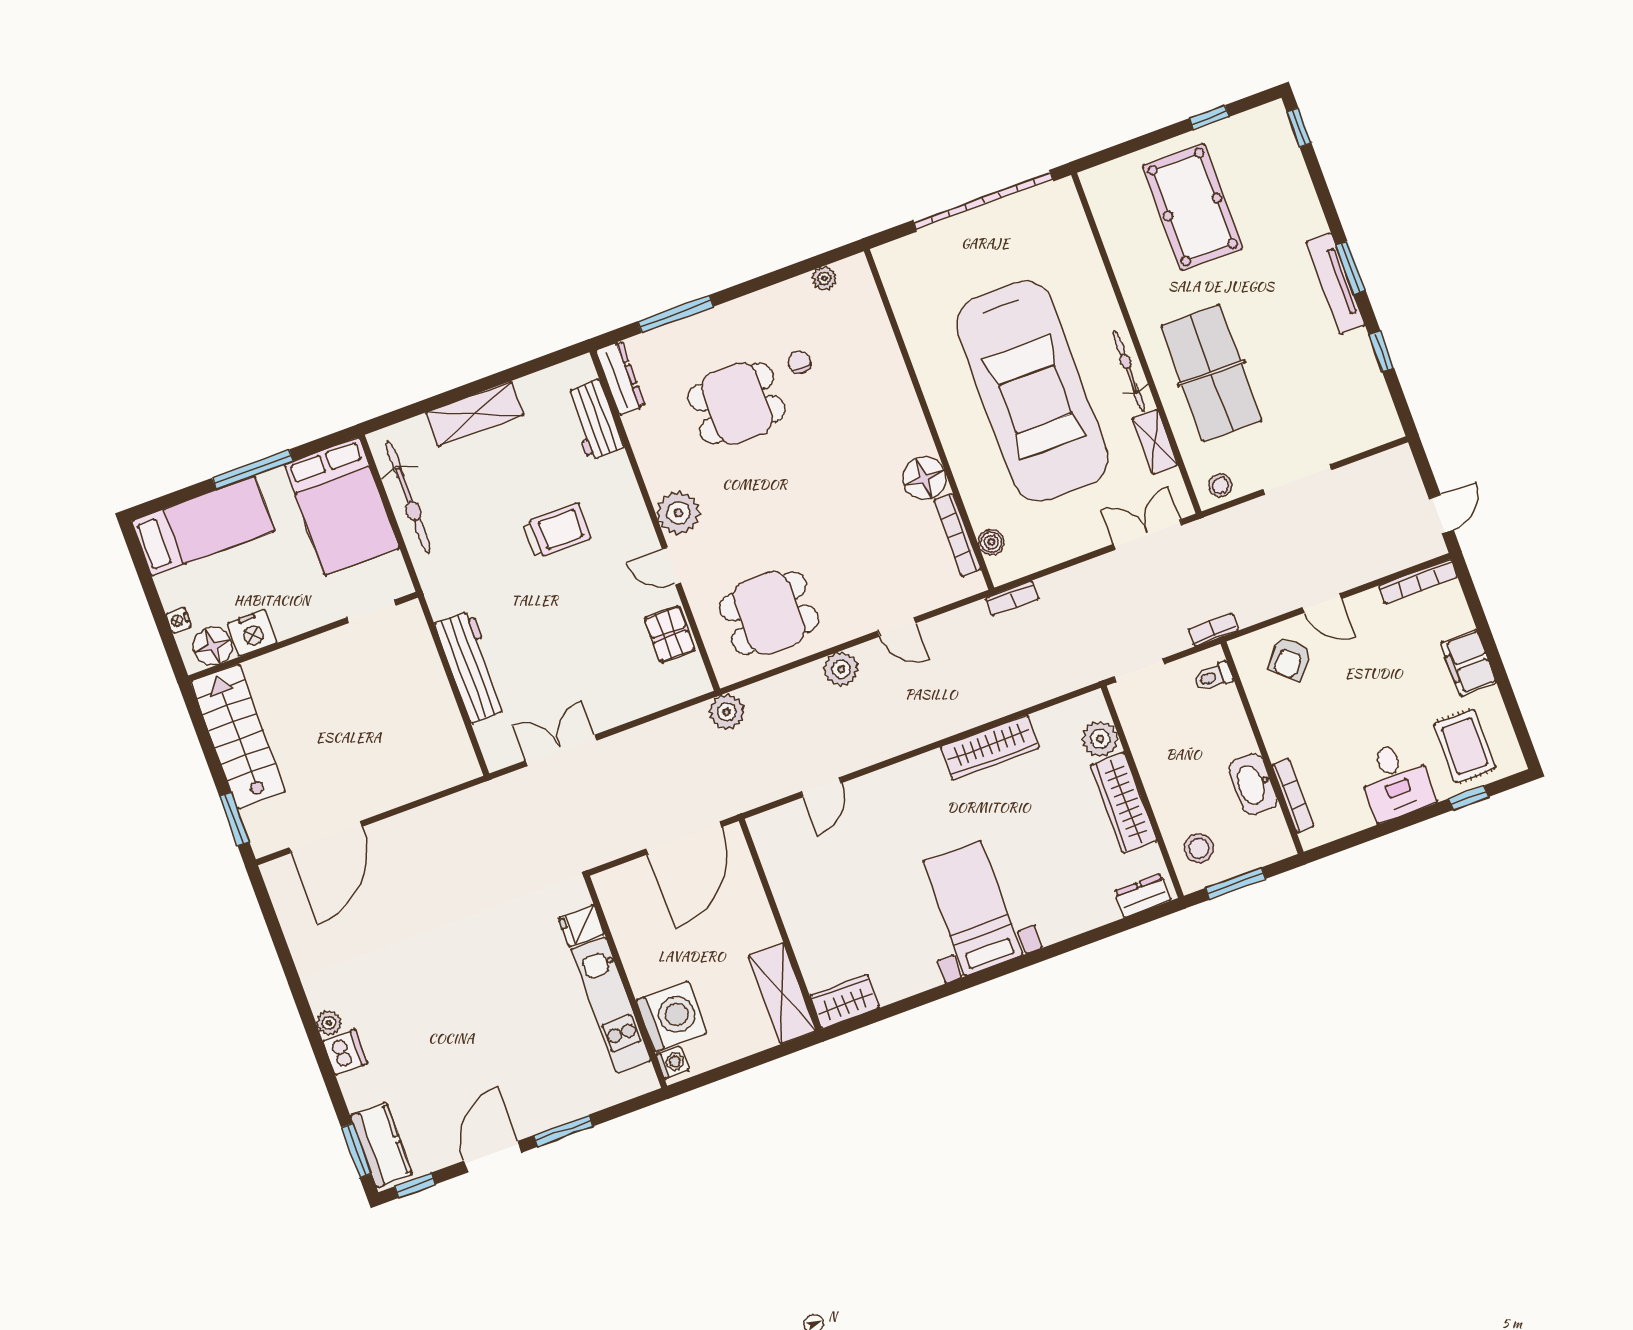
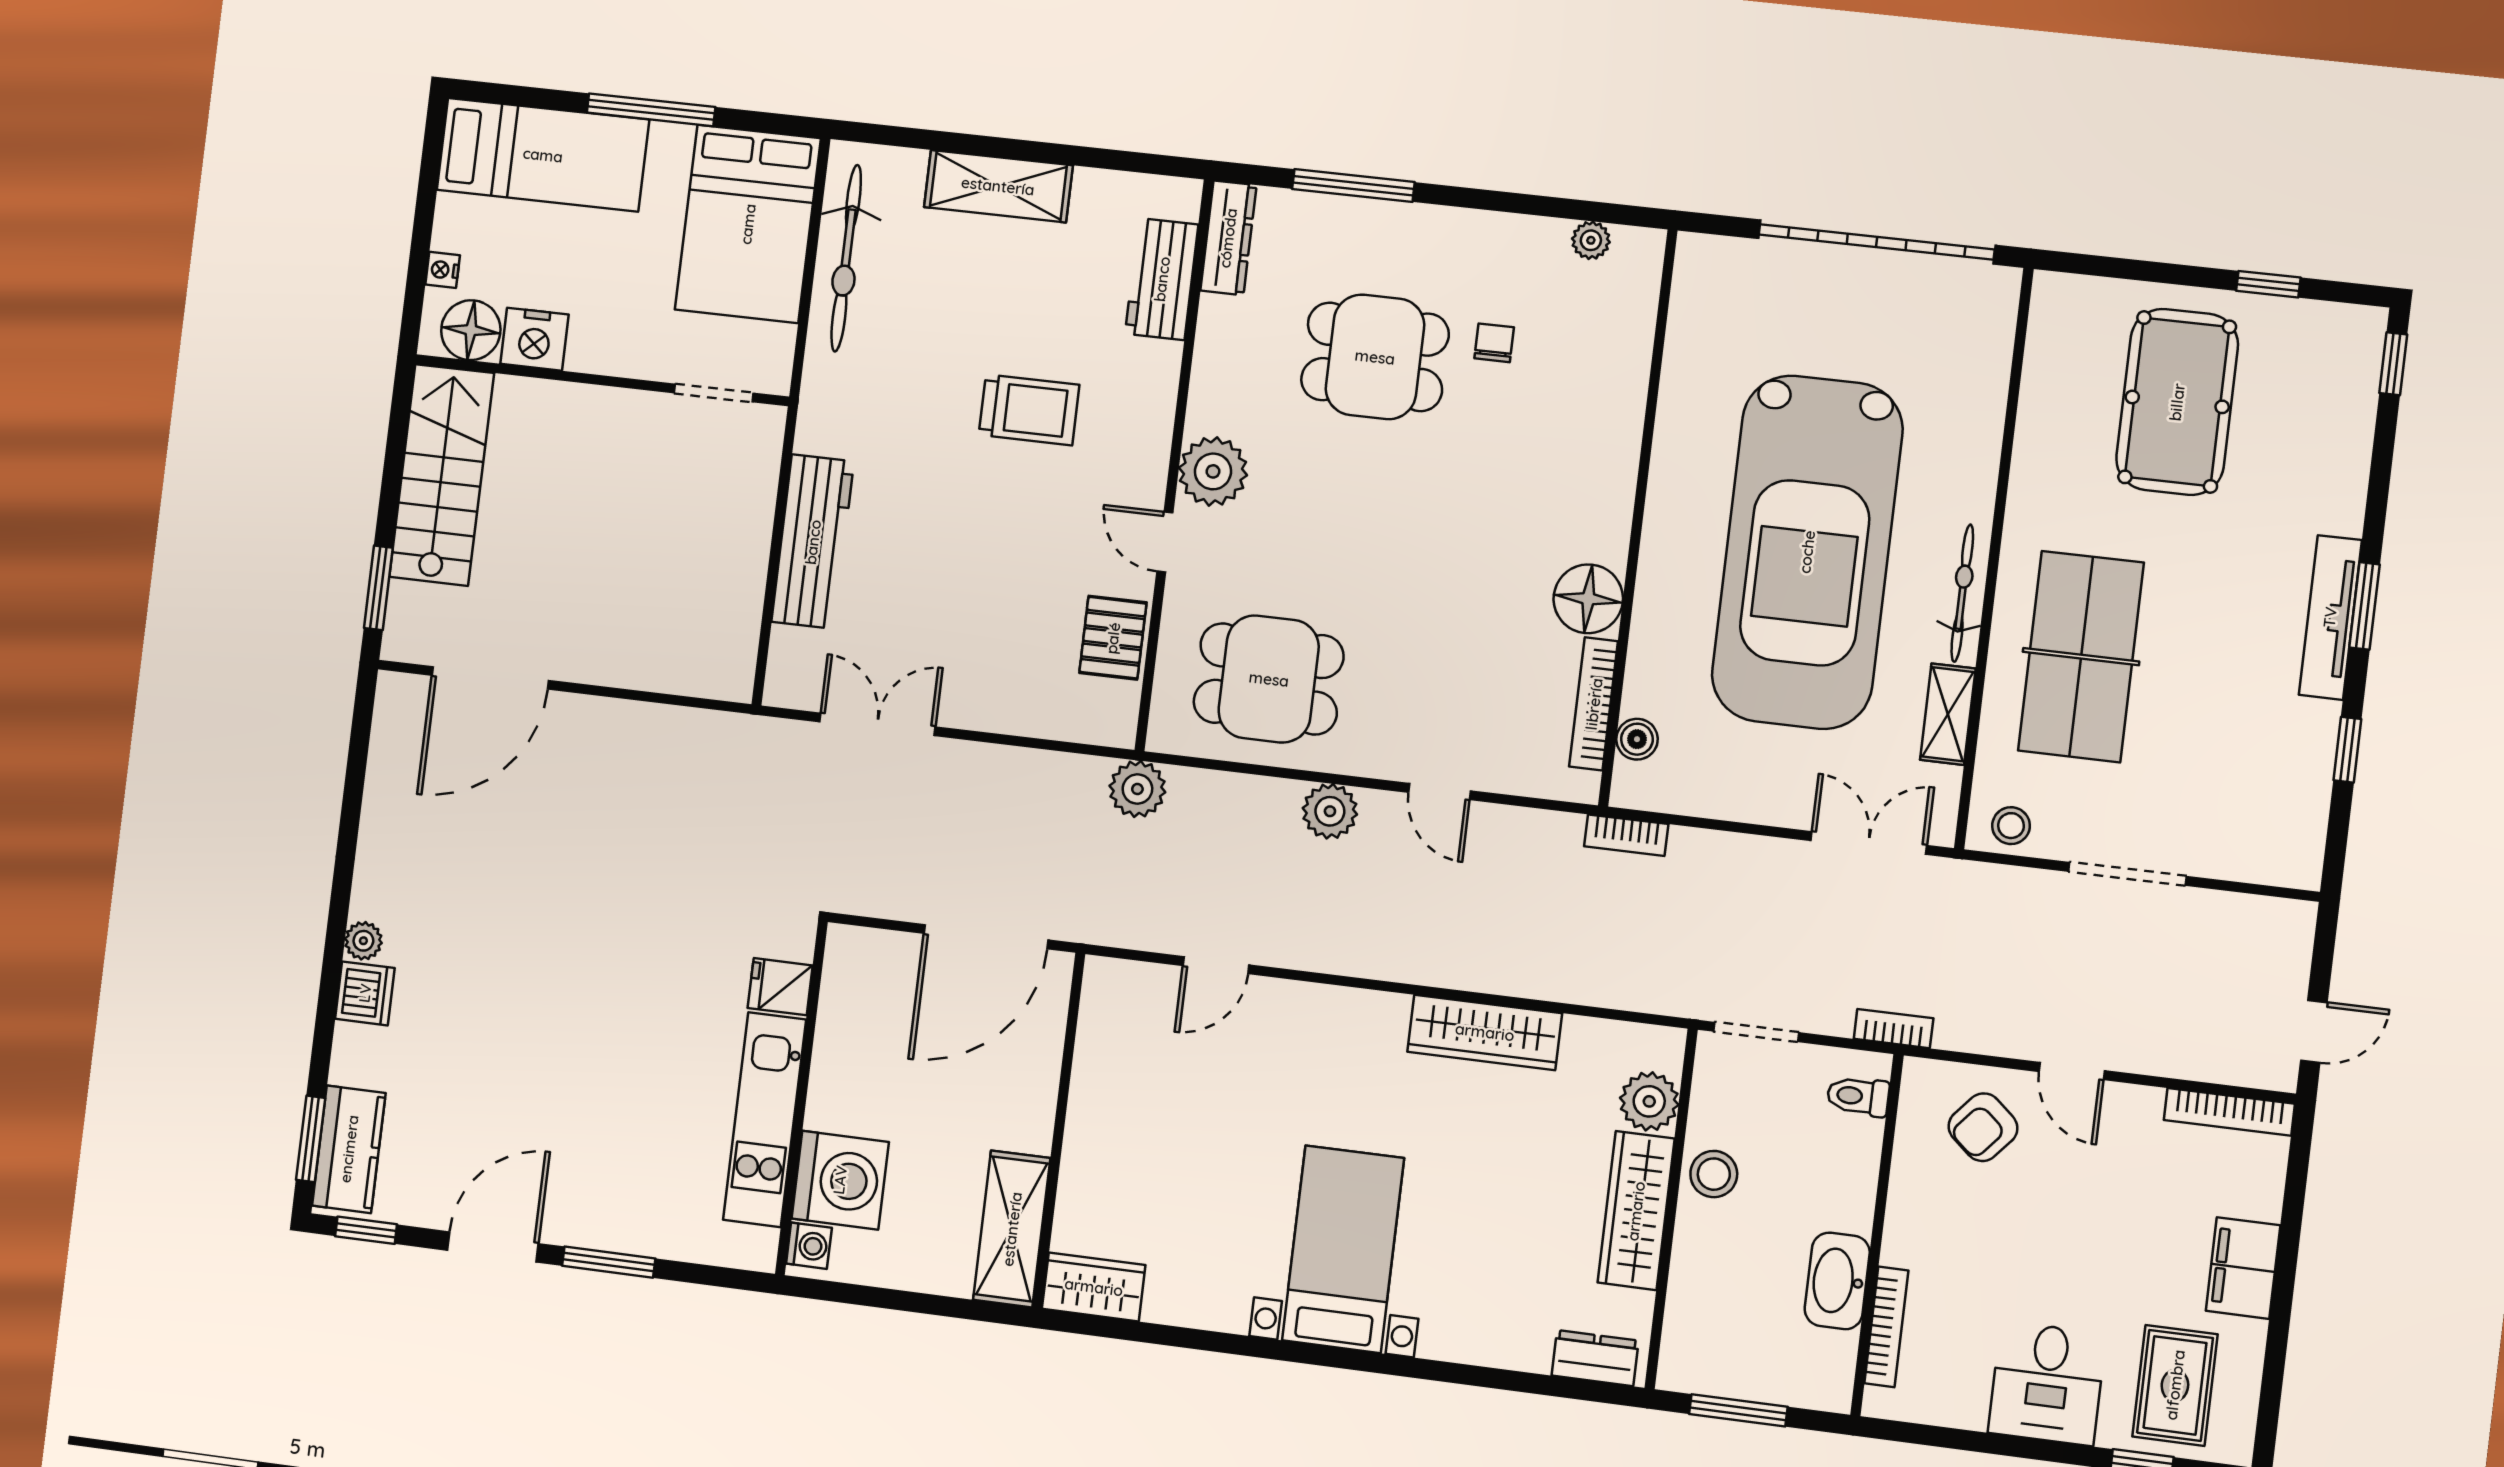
stool: (1199, 848) -> (1714, 1174), moved

